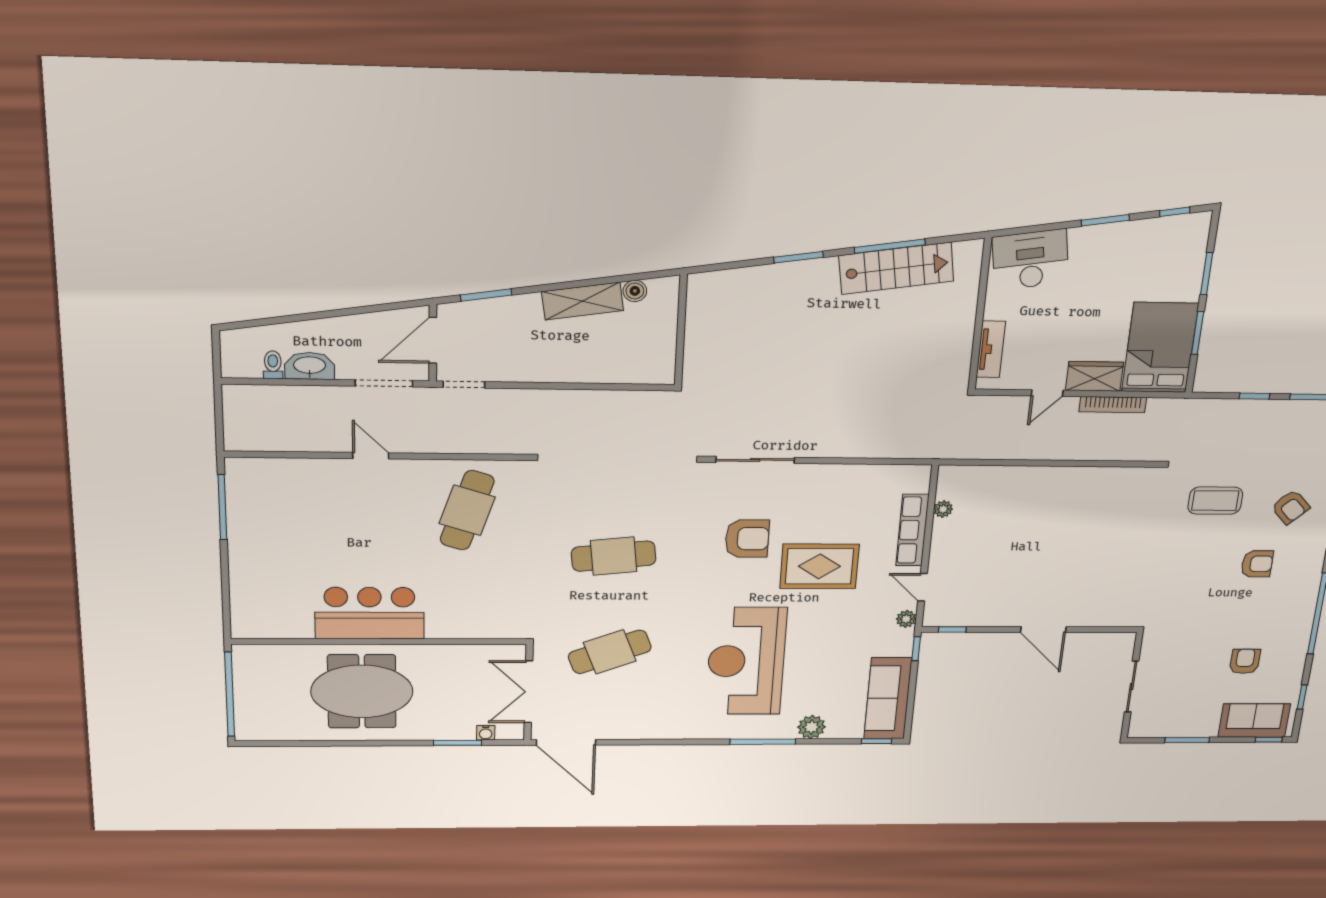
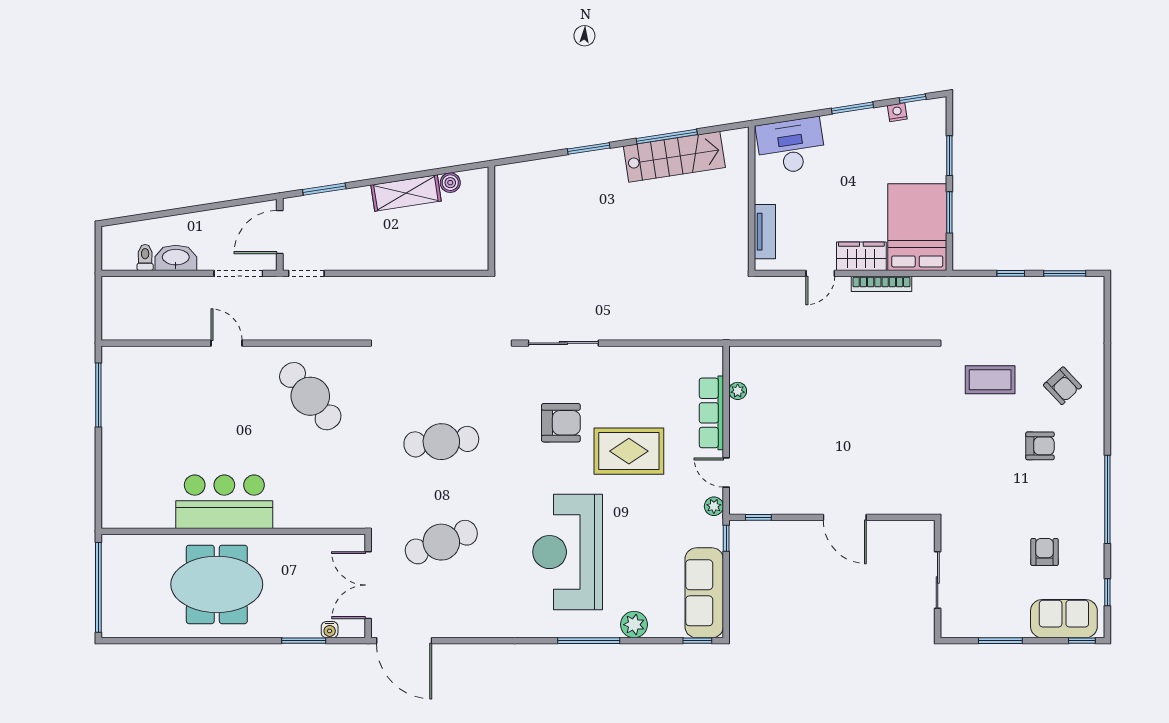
nightstand: (1155, 226) -> (897, 112), added
cafe table: (467, 510) -> (310, 396), turned -58

